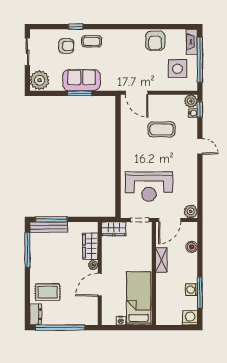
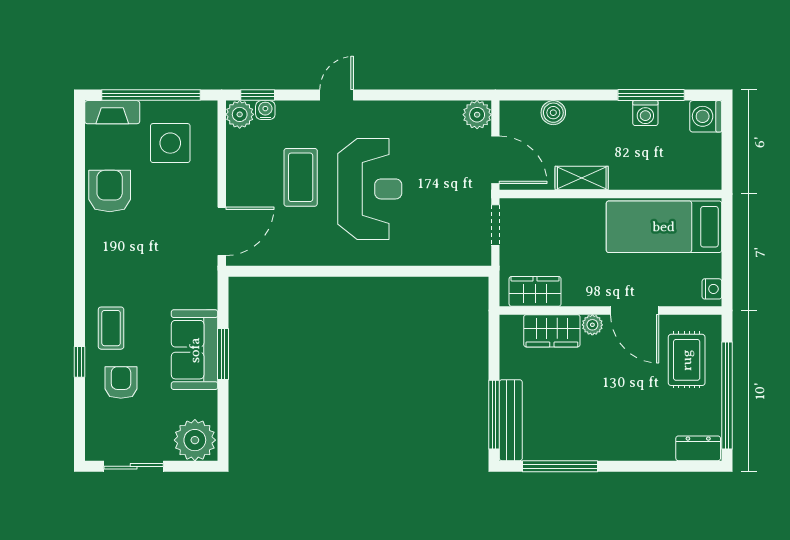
armchair: (155, 41) -> (110, 191), turned -90
reception desk: (149, 186) -> (370, 189), moved
wardrobe: (114, 229) -> (535, 291), moved, turned -90
rug: (48, 292) -> (687, 360), moved
nightstand: (121, 321) -> (712, 289), moved

